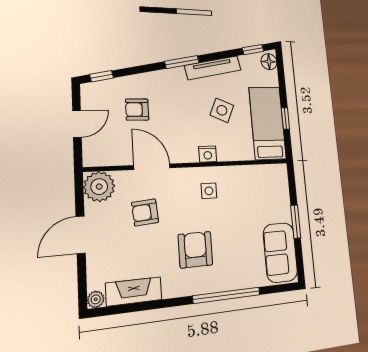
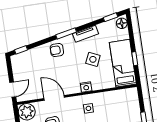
tv unit: (213, 68) -> (85, 34), width x0.71
armchair: (137, 110) -> (57, 50), moved
door: (77, 124) -> (13, 90), moved

